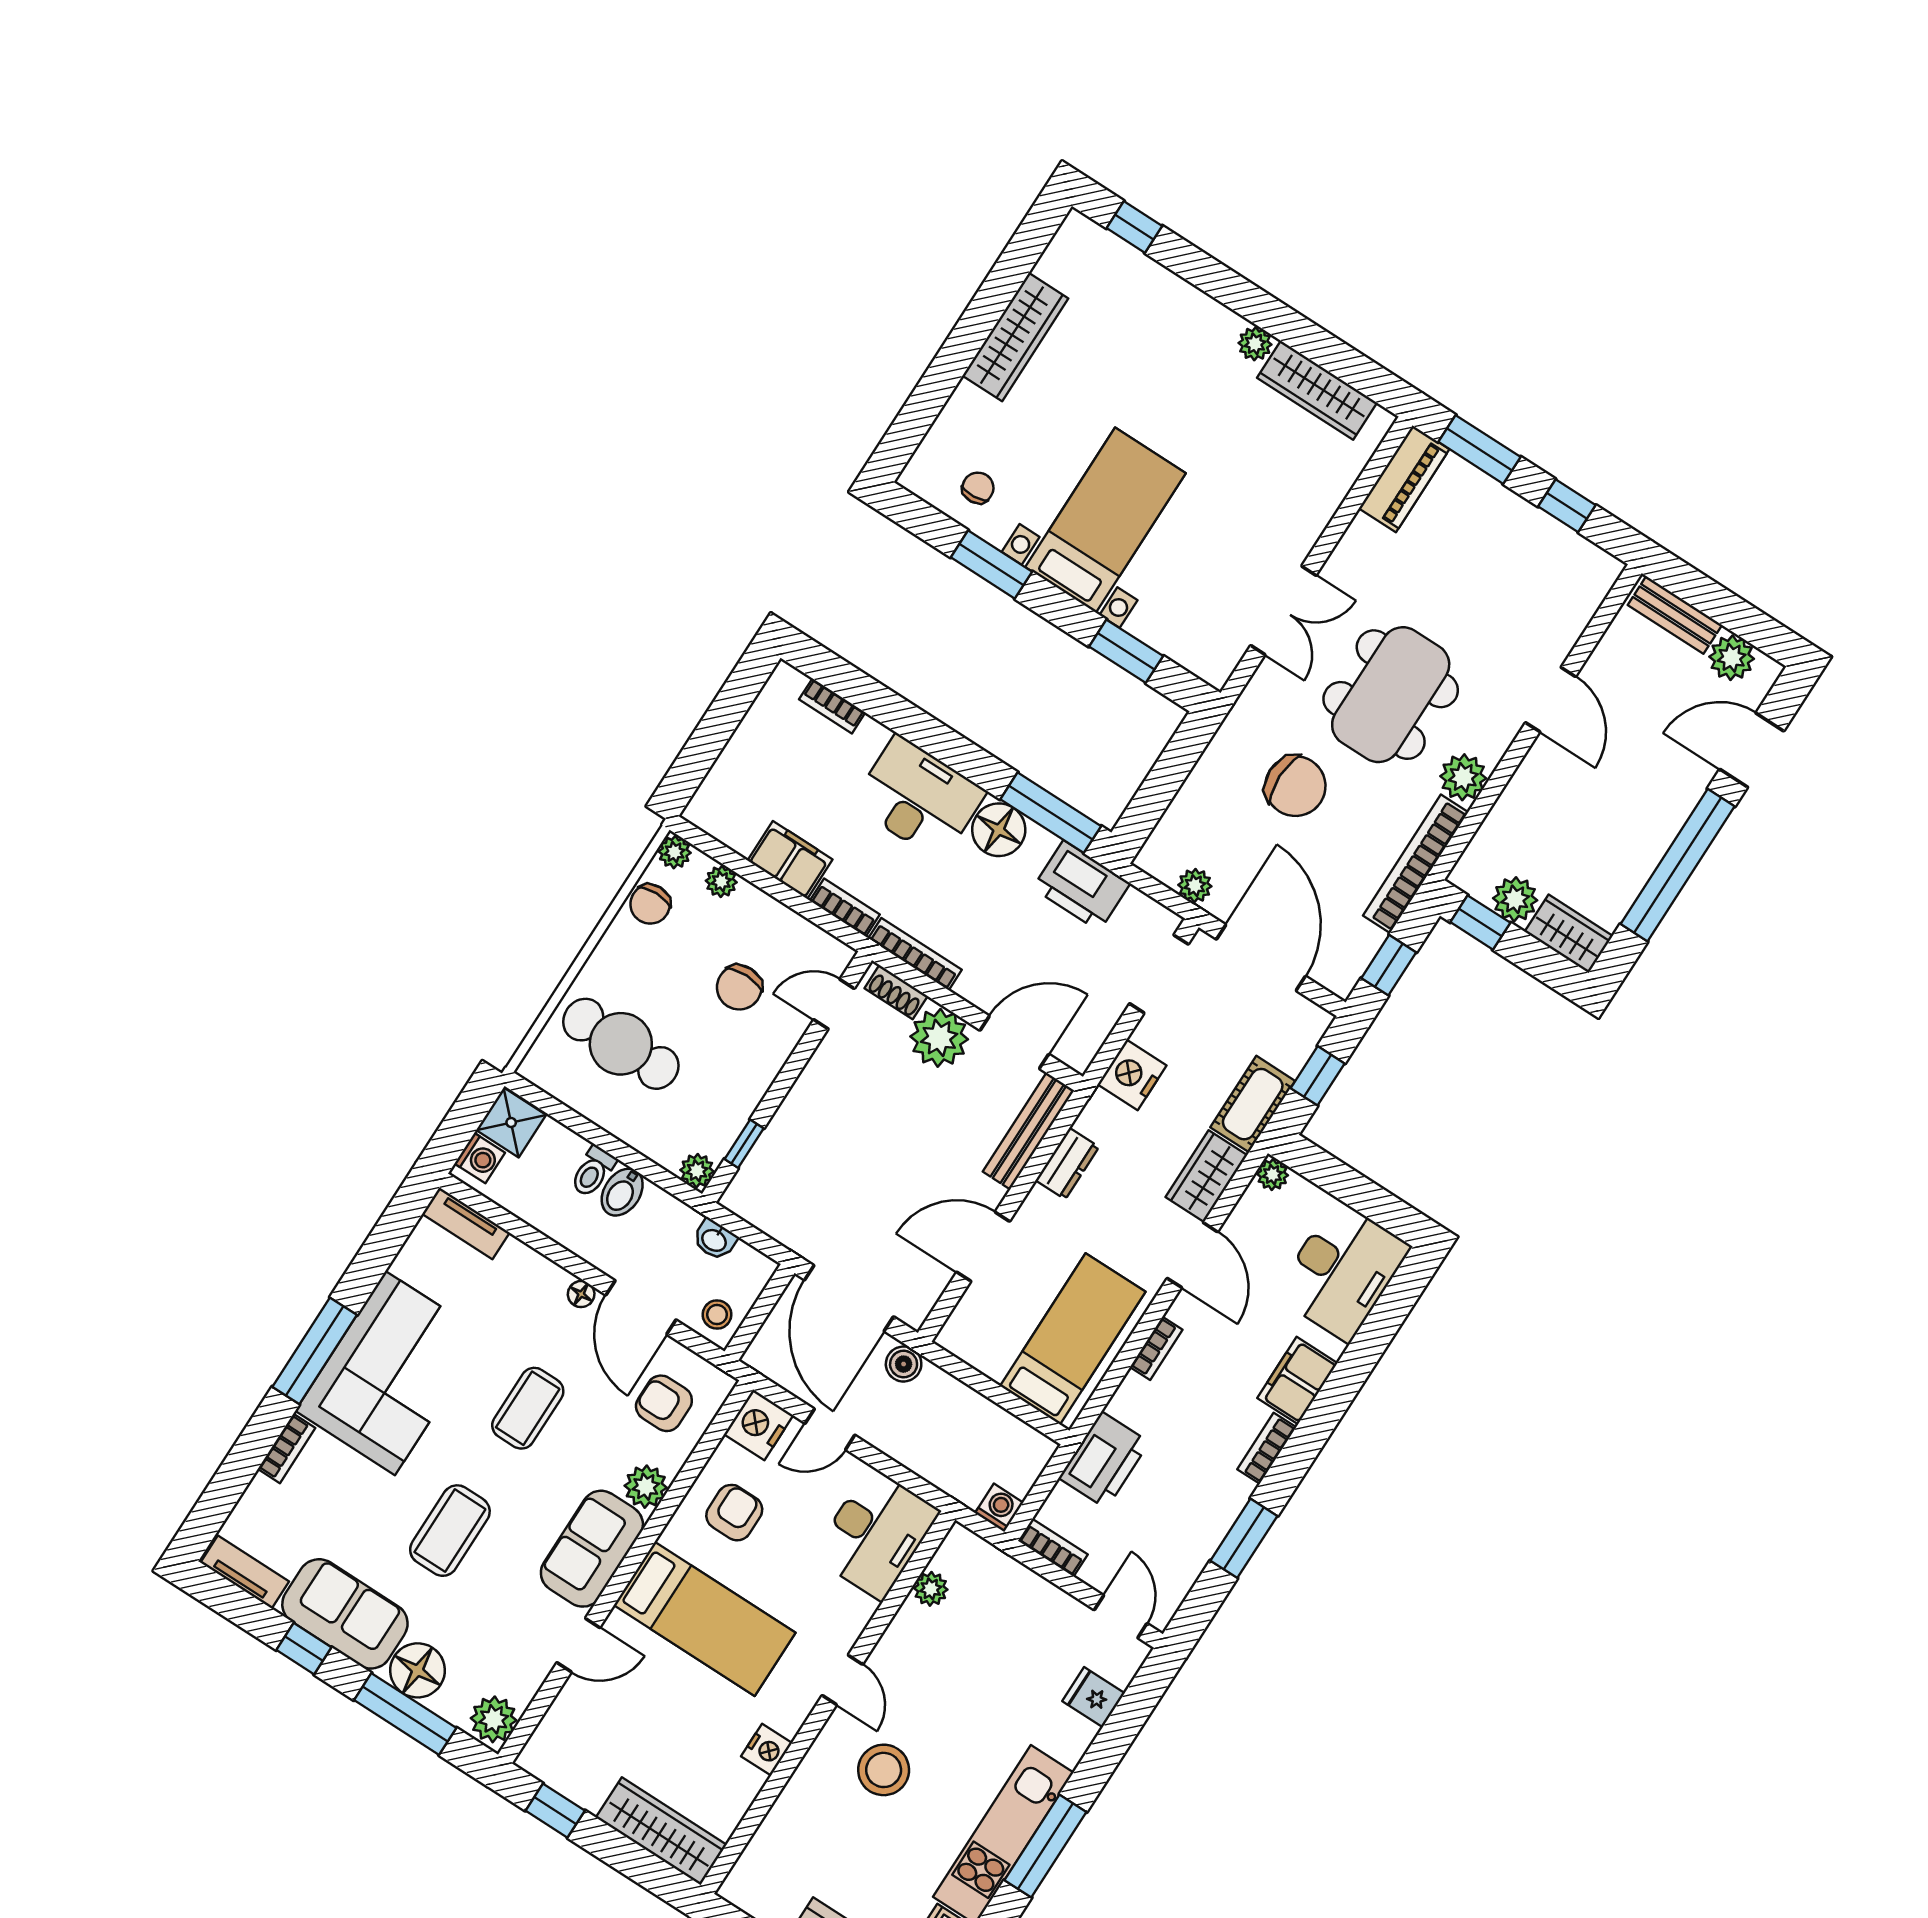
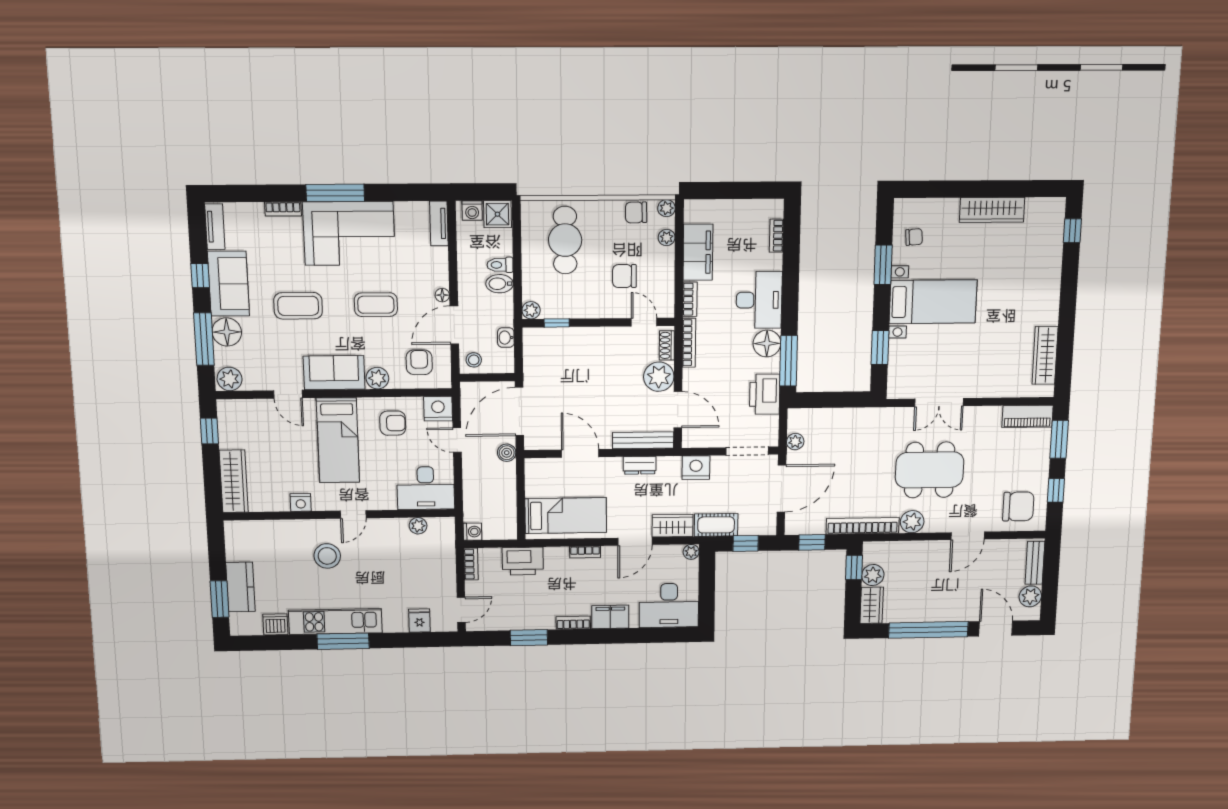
plant: (1255, 344) -> (1050, 316), removed
chair: (1295, 786) -> (1018, 506), moved, turned -90
filing cabinet: (790, 860) -> (698, 252), width x1.50, depth x1.17

